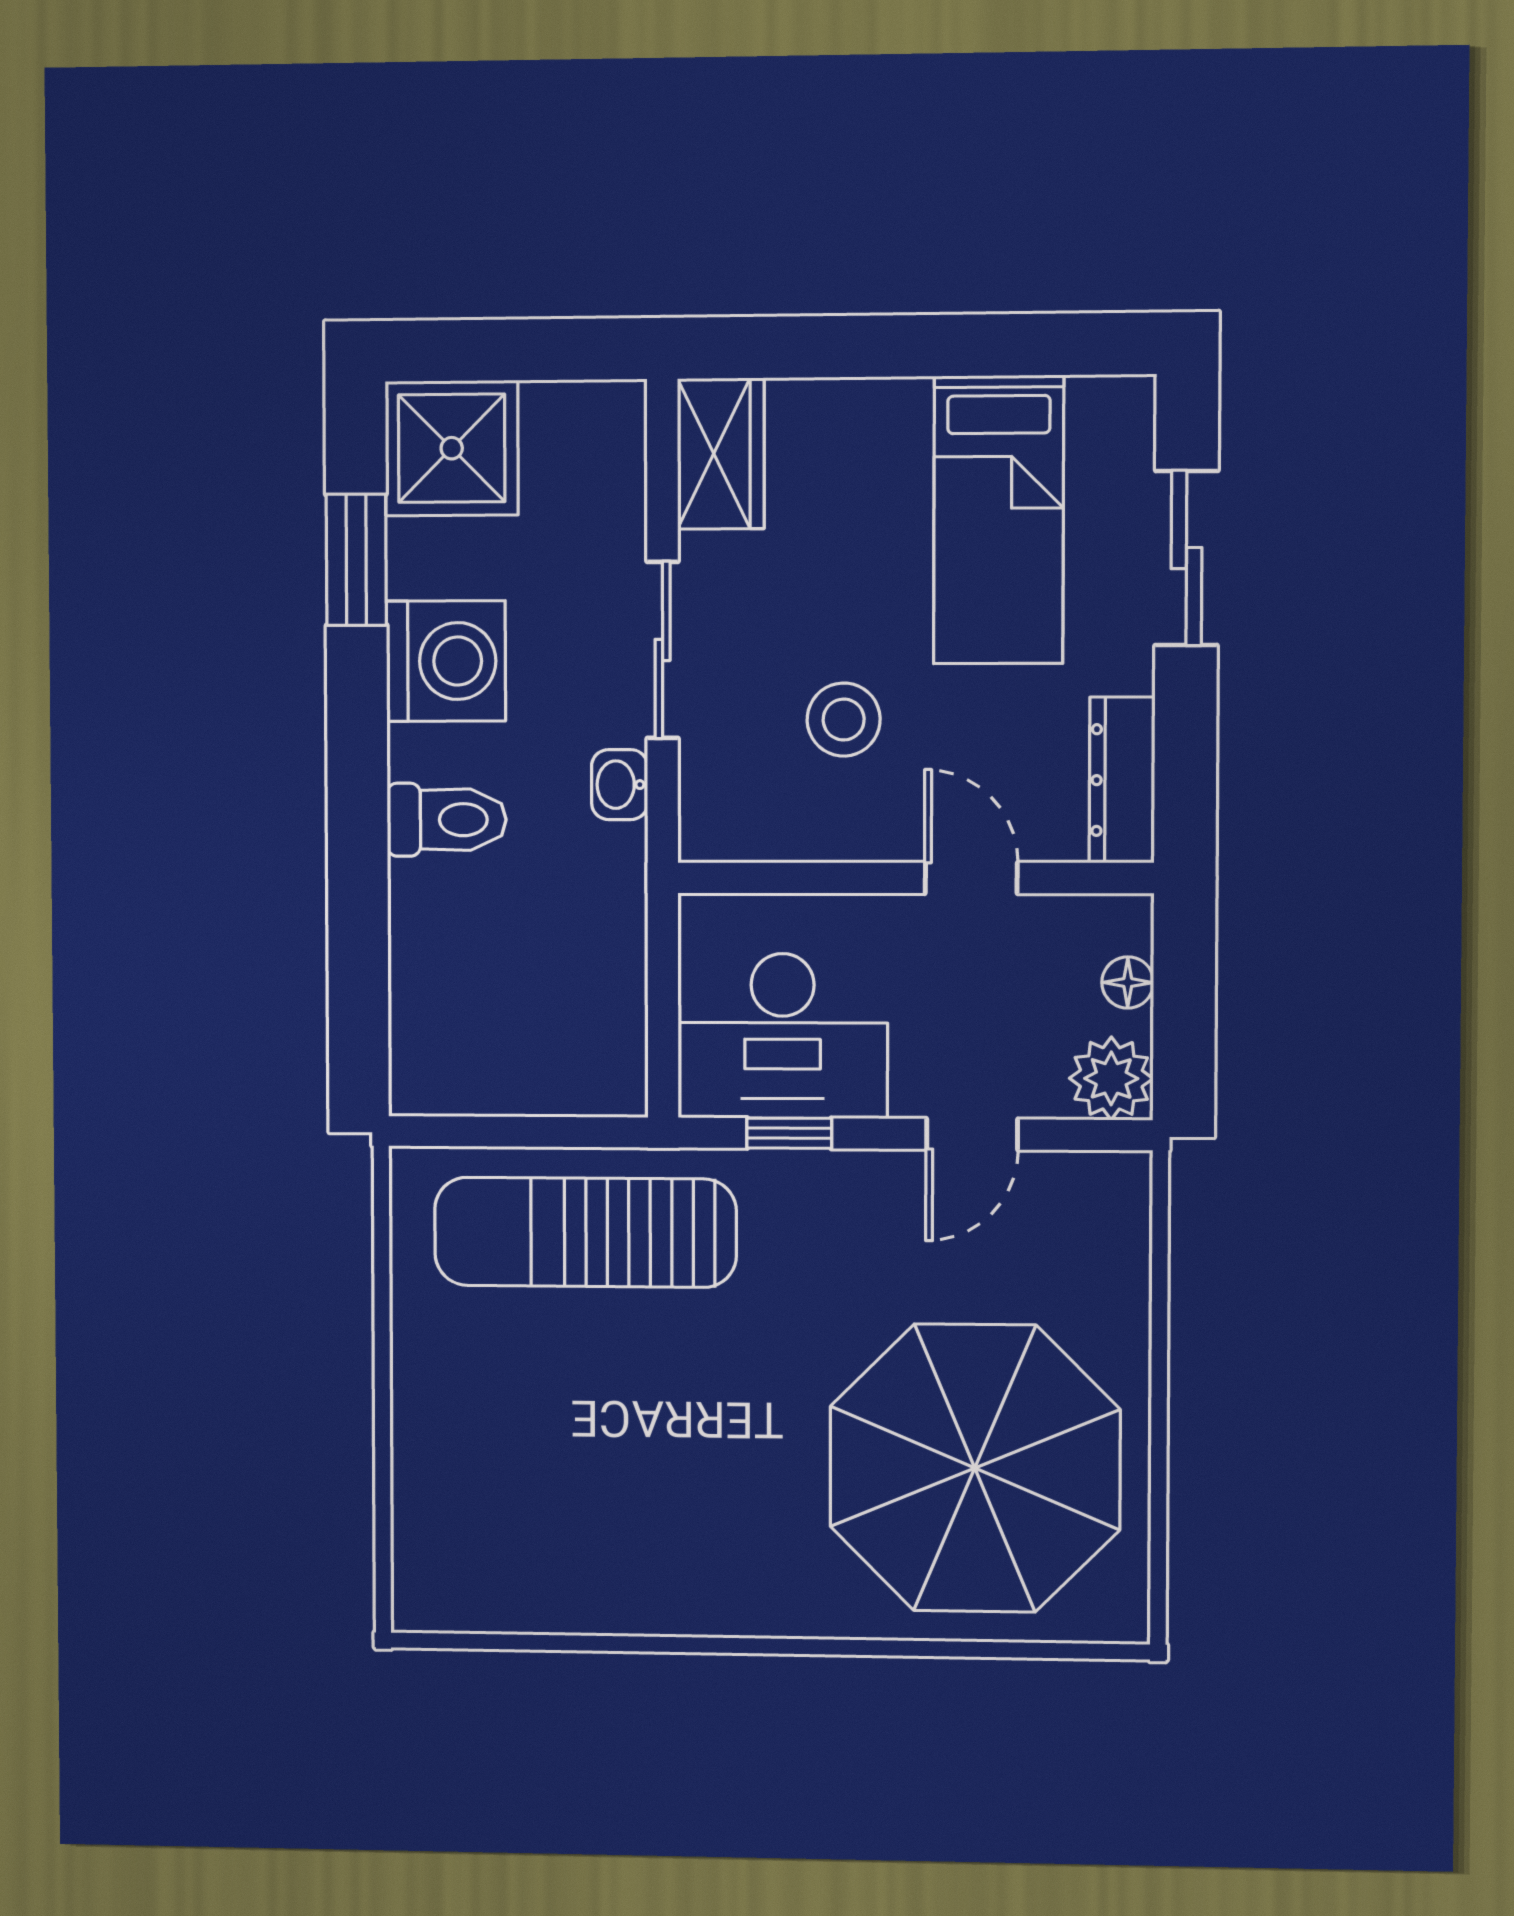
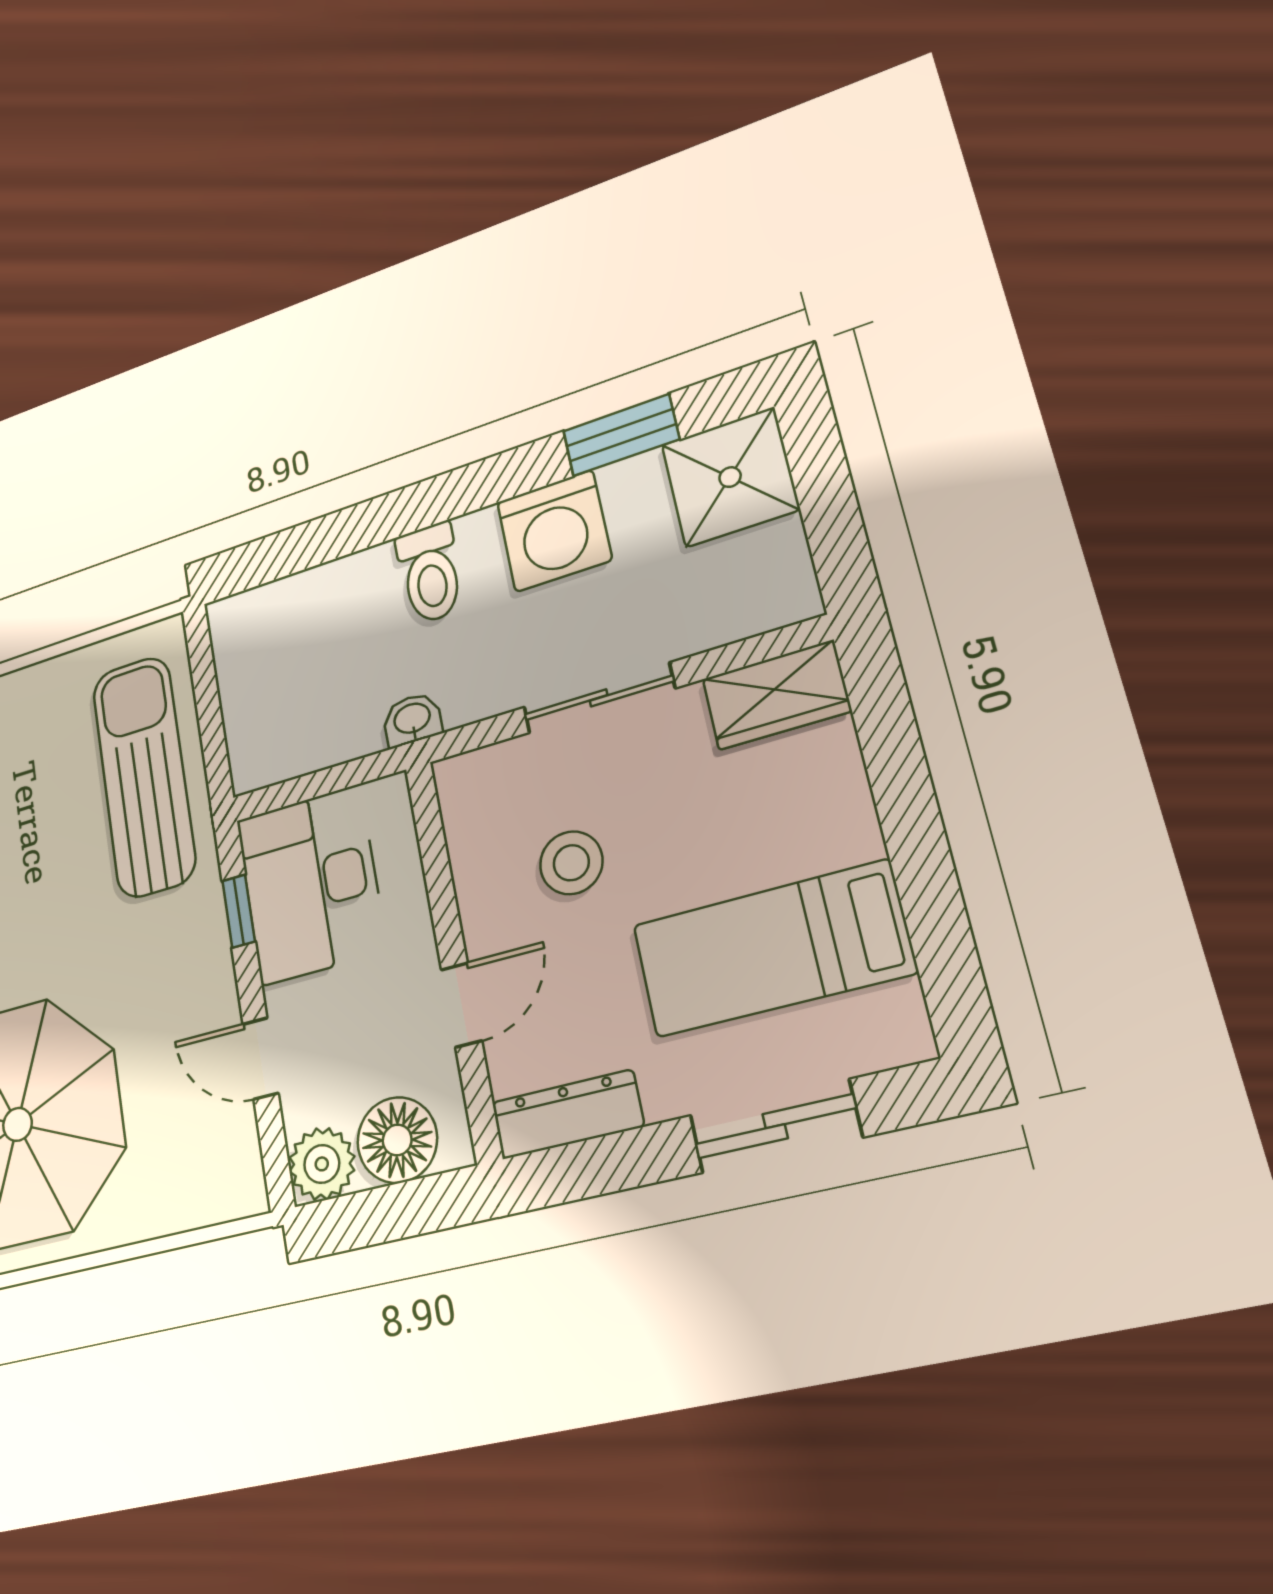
washbasin: (620, 785) -> (412, 720), moved
floor lamp: (1128, 982) -> (397, 1140), width x1.89, depth x1.89

